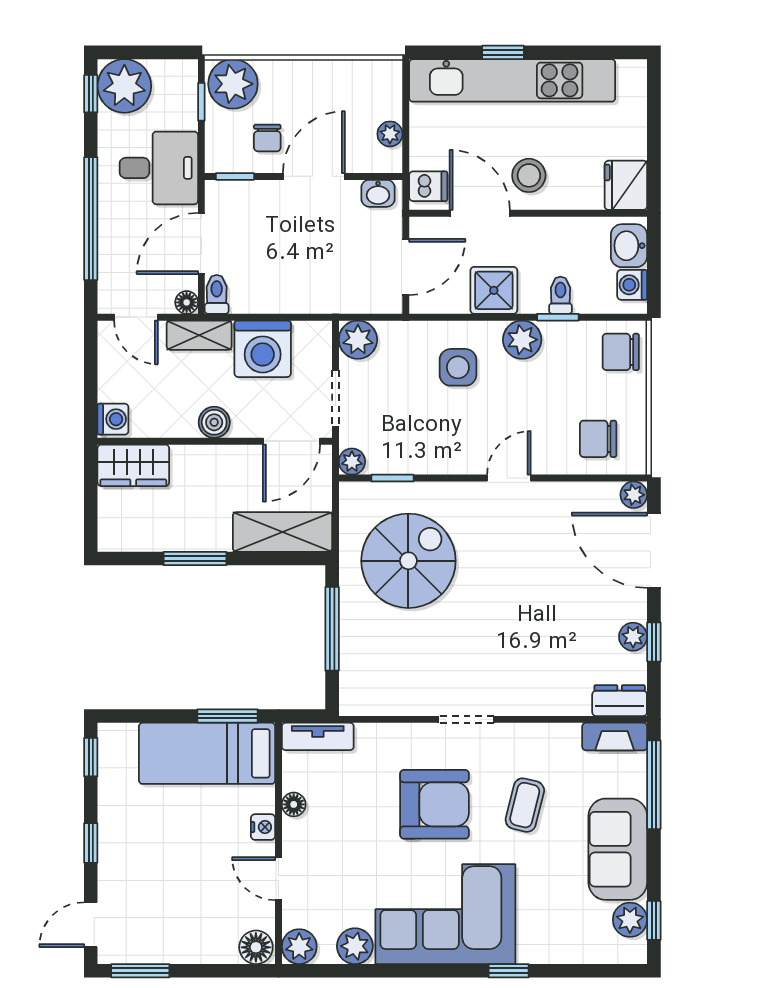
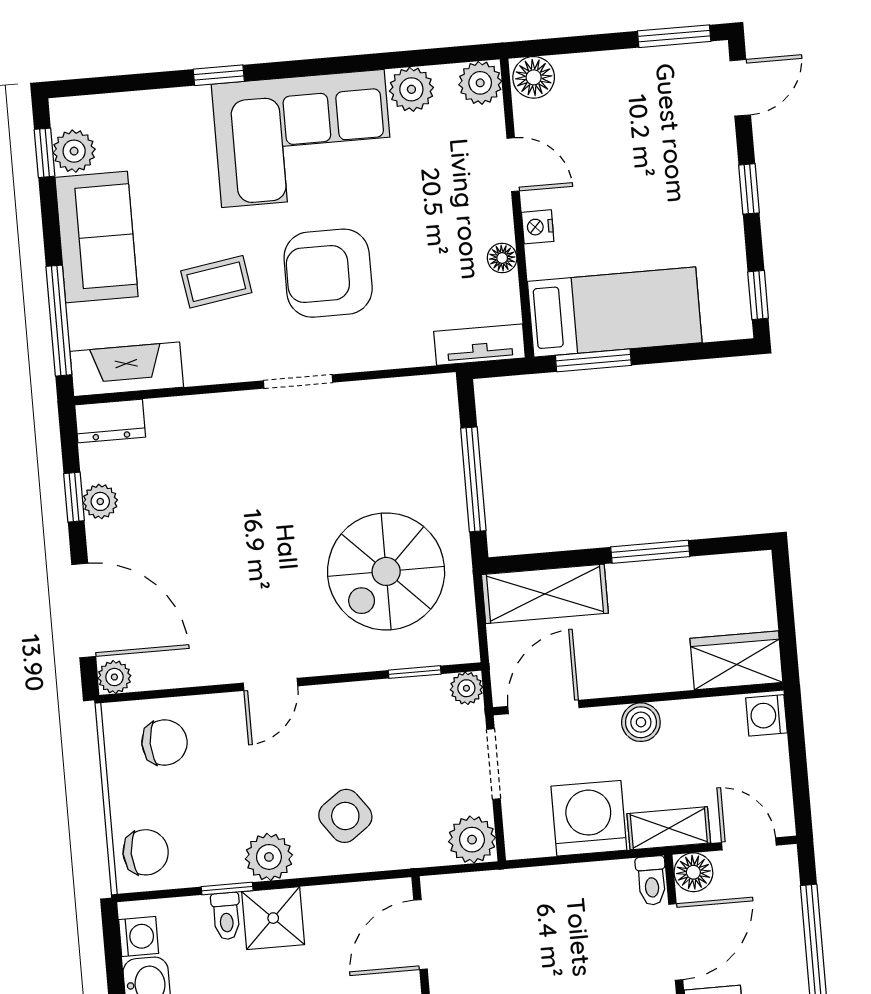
shower: (494, 290) -> (273, 918), moved
floor lamp: (187, 302) -> (693, 872), width x1.37, depth x1.37
side table: (458, 367) -> (345, 816), turned -36
fireplace: (615, 737) -> (127, 369), width x1.37, depth x1.32
coffee table: (525, 805) -> (216, 282), turned 67

